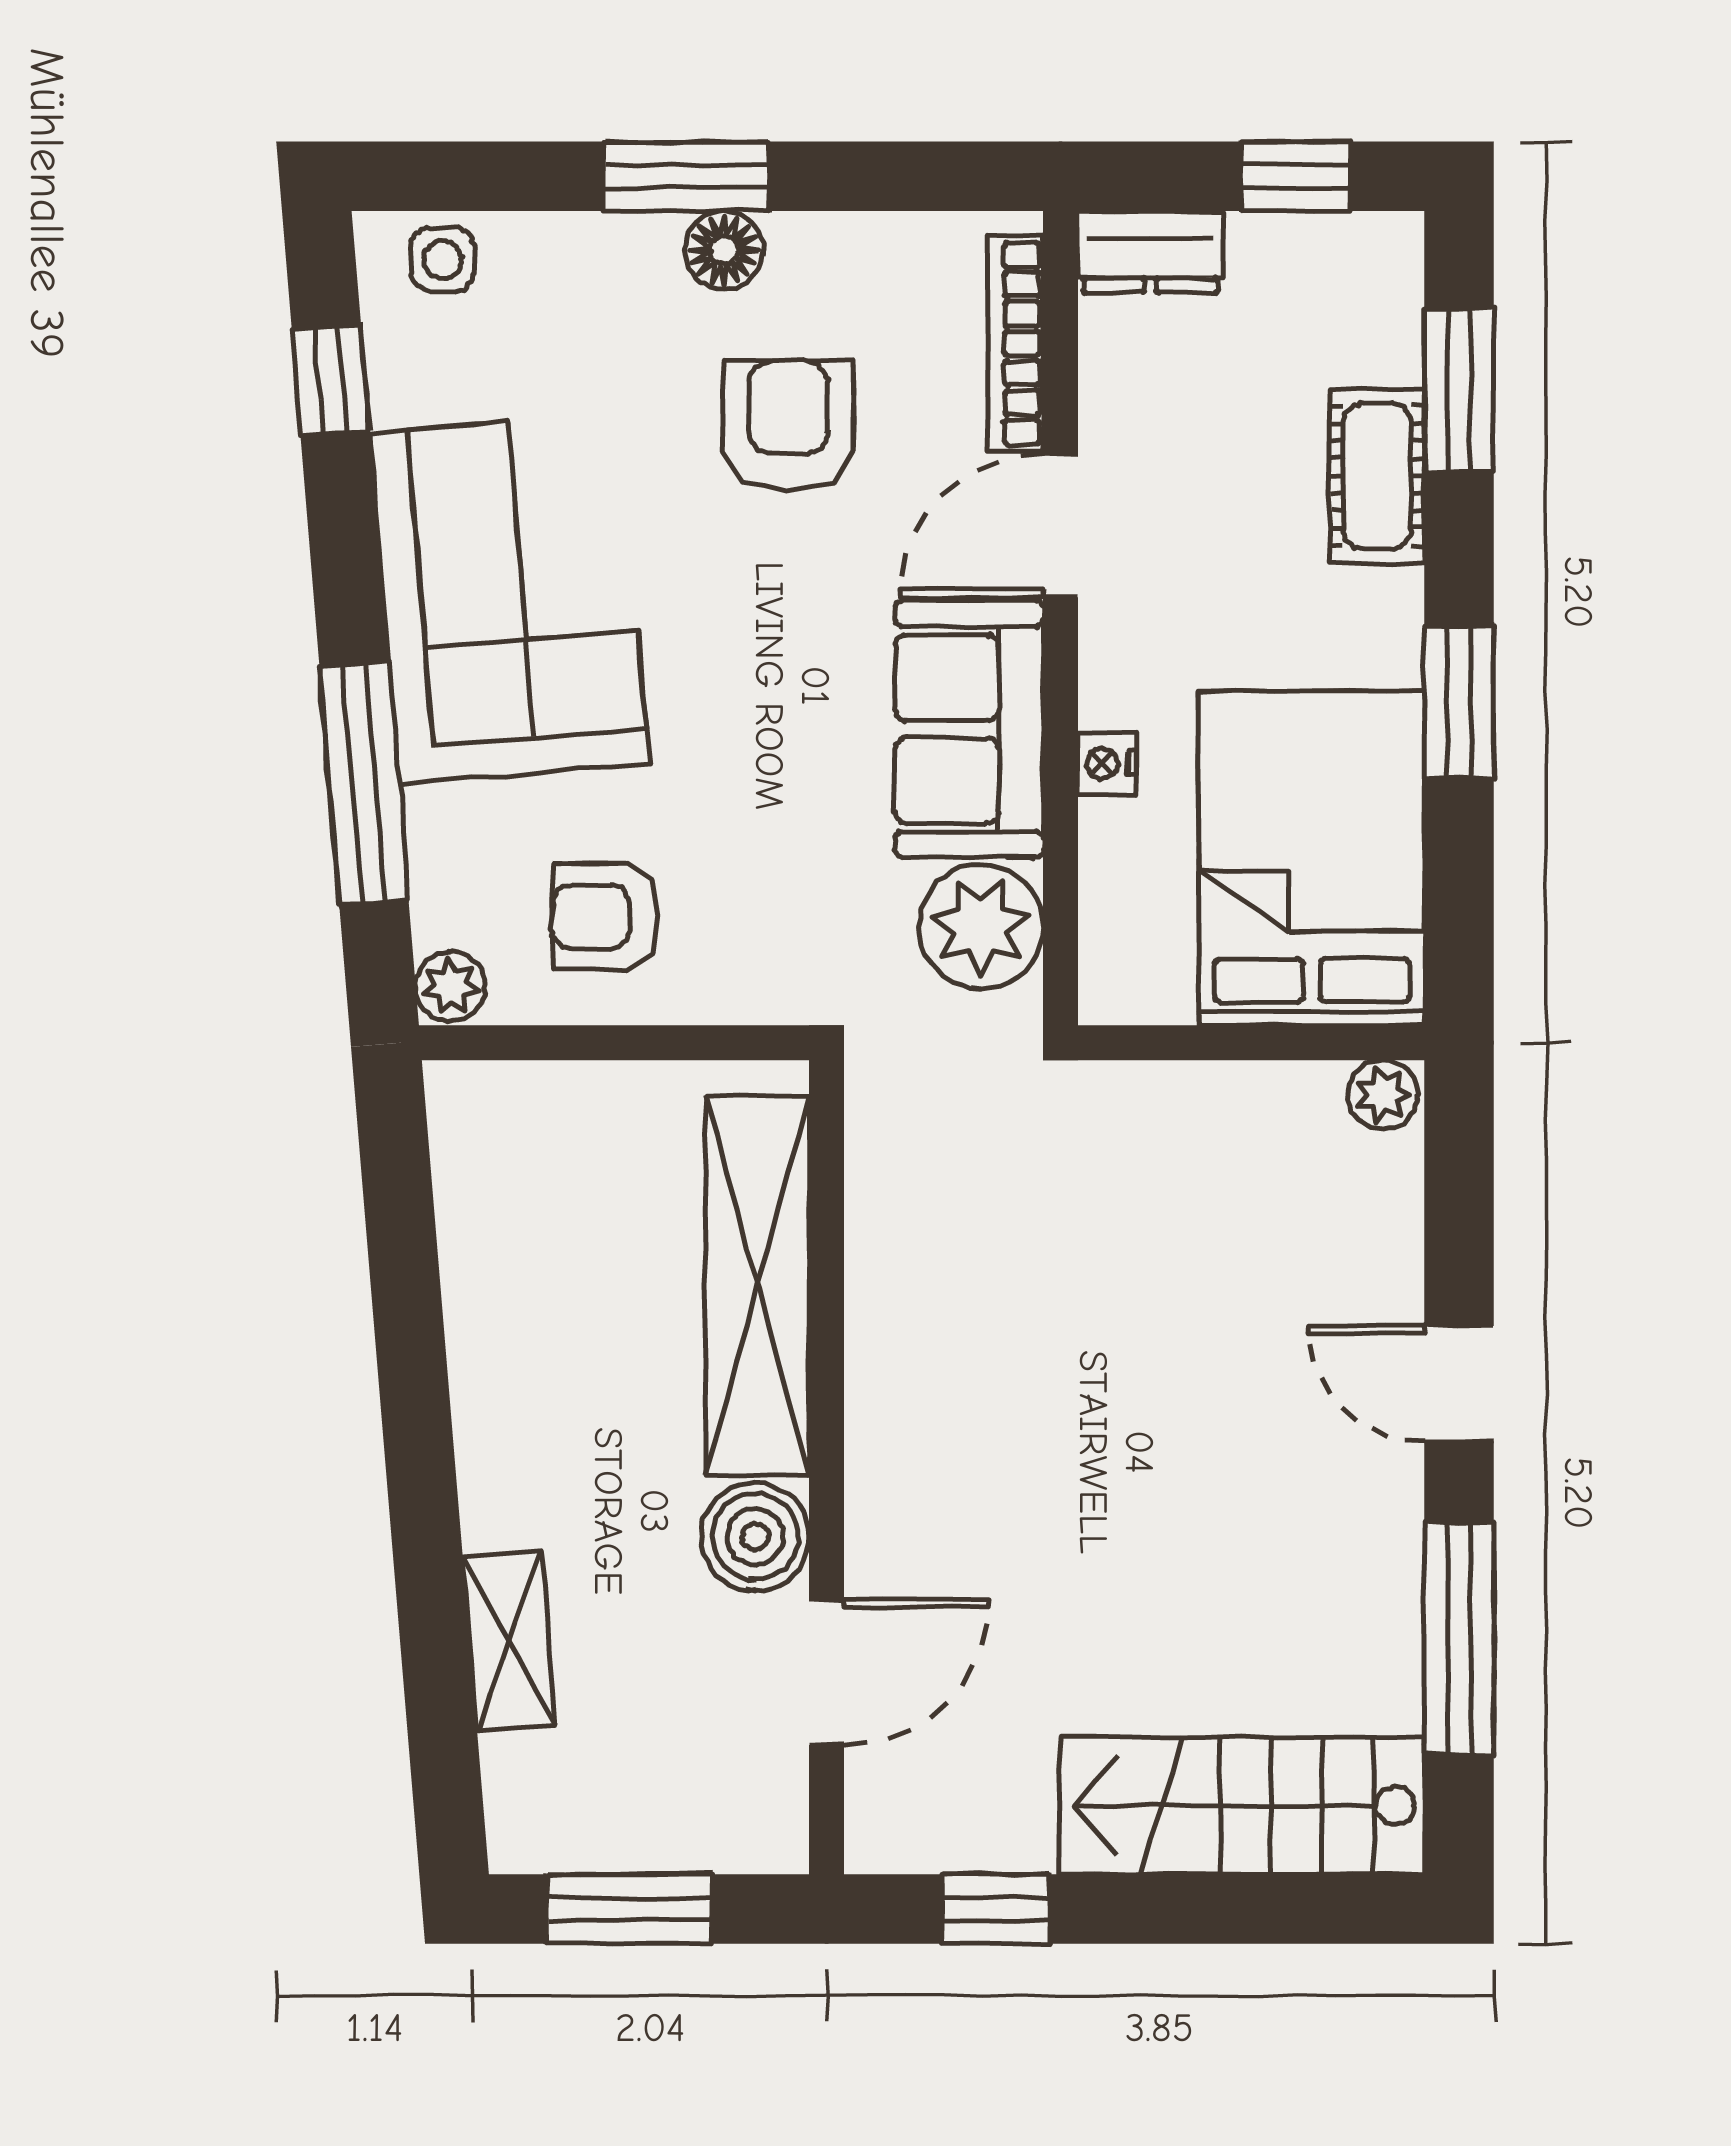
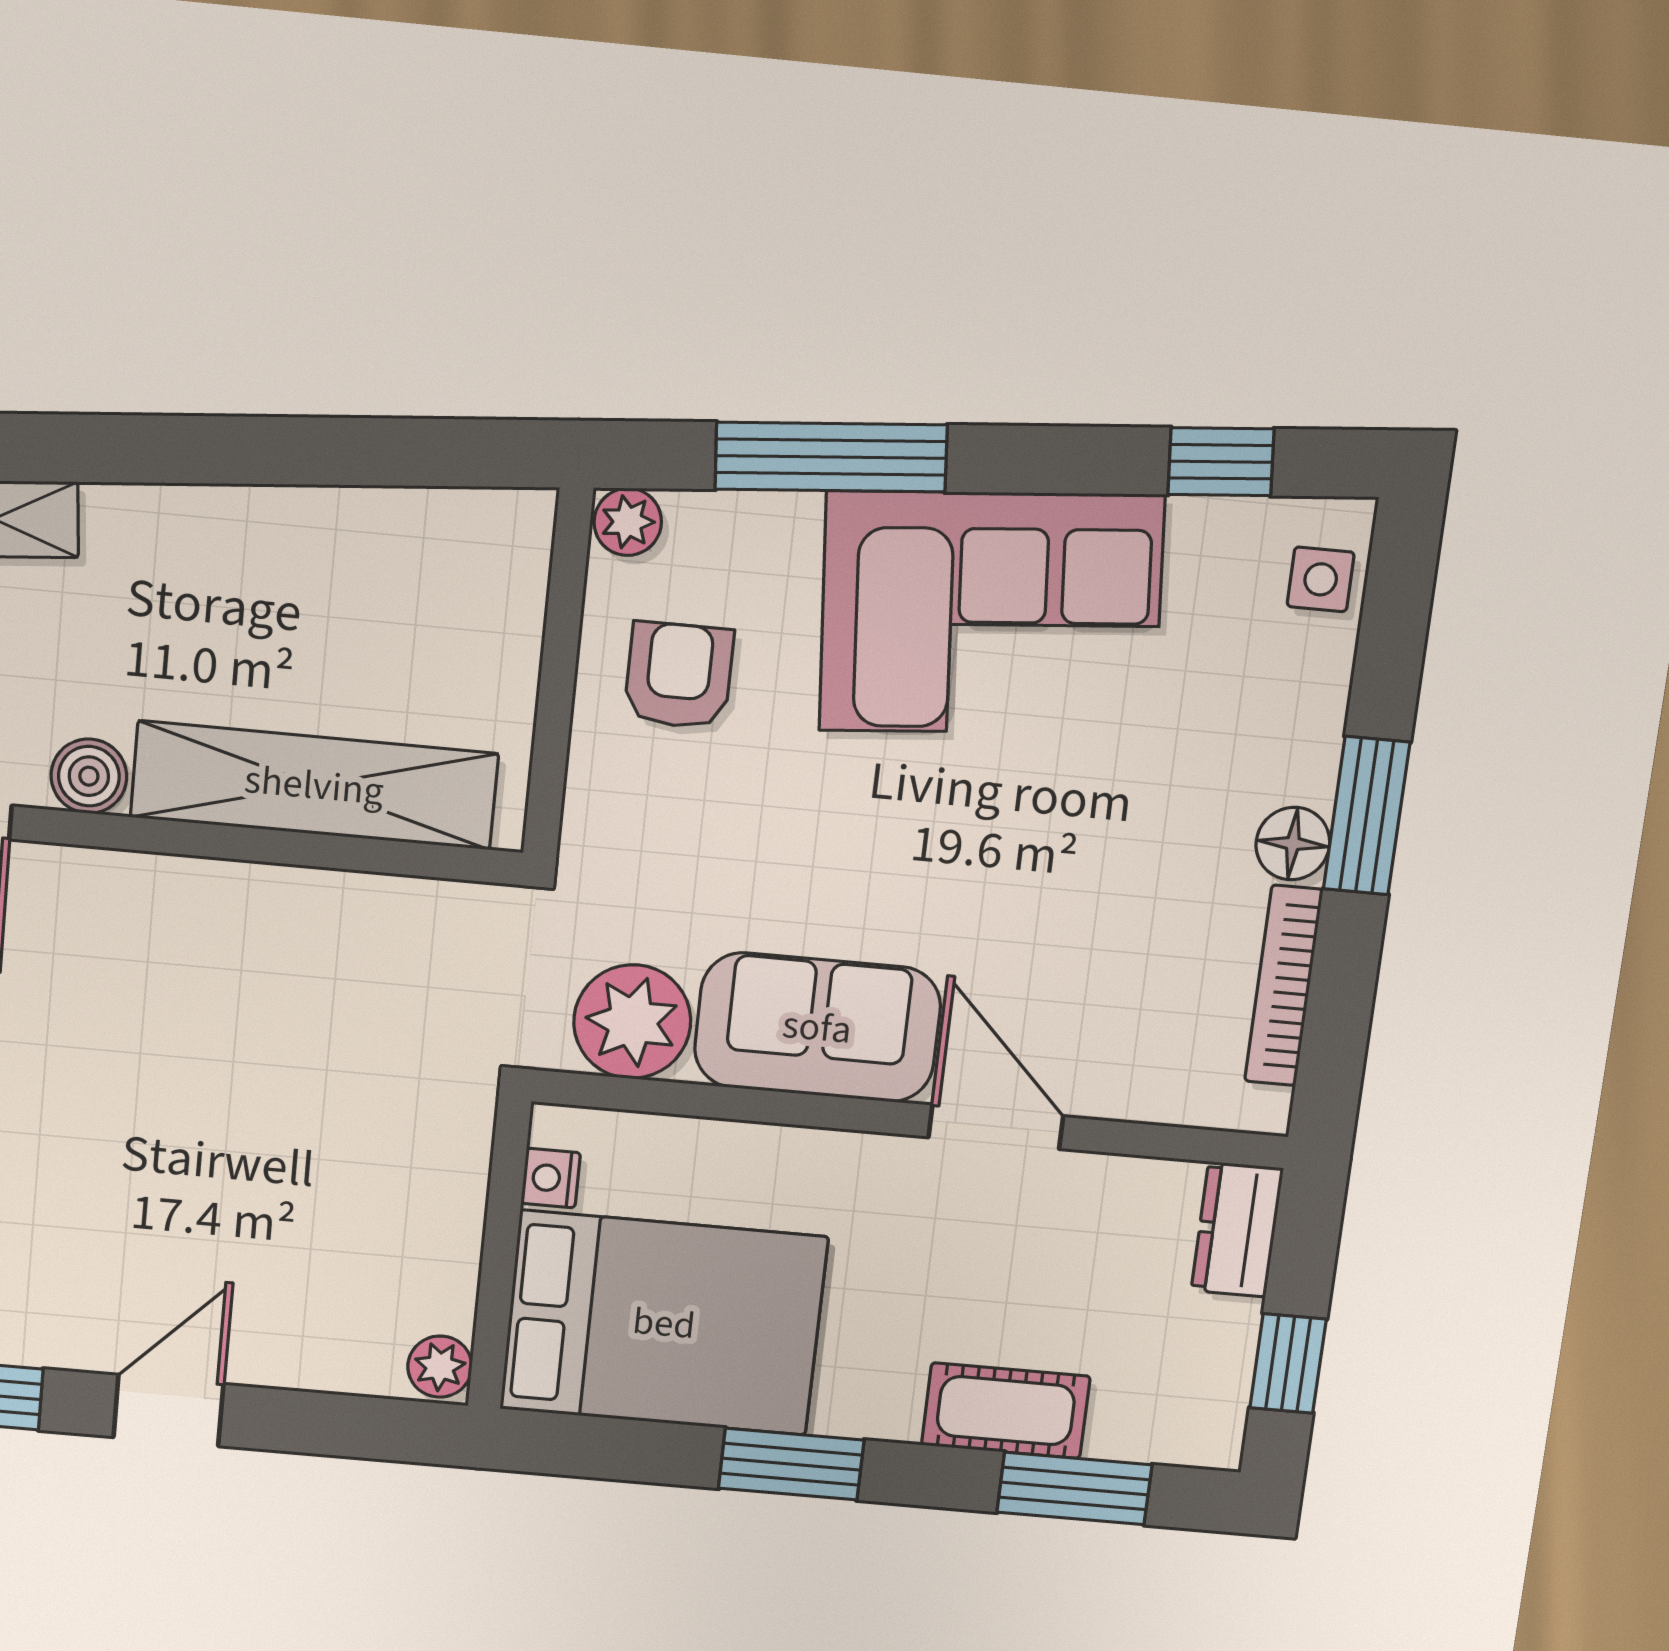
bookcase: (1016, 344) -> (1284, 986), moved, turned -90
armchair: (788, 426) -> (1121, 888), removed
nightstand: (1107, 763) -> (551, 1178), moved, turned -90
boiler: (755, 1537) -> (89, 776), width x0.73, depth x0.73

